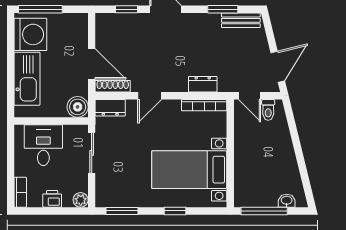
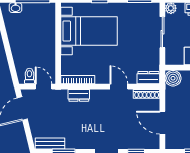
door: (92, 64) -> (162, 123), moved
door: (150, 96) -> (119, 87), hinge flipped
sliding door: (92, 153) -> (162, 32), moved

